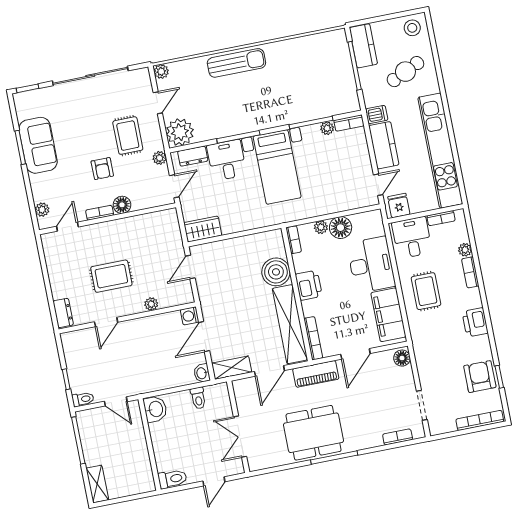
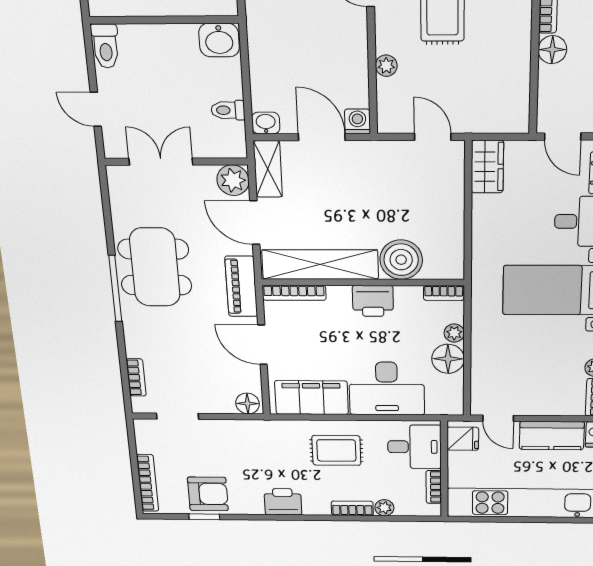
plant: (243, 389) -> (233, 180), added

